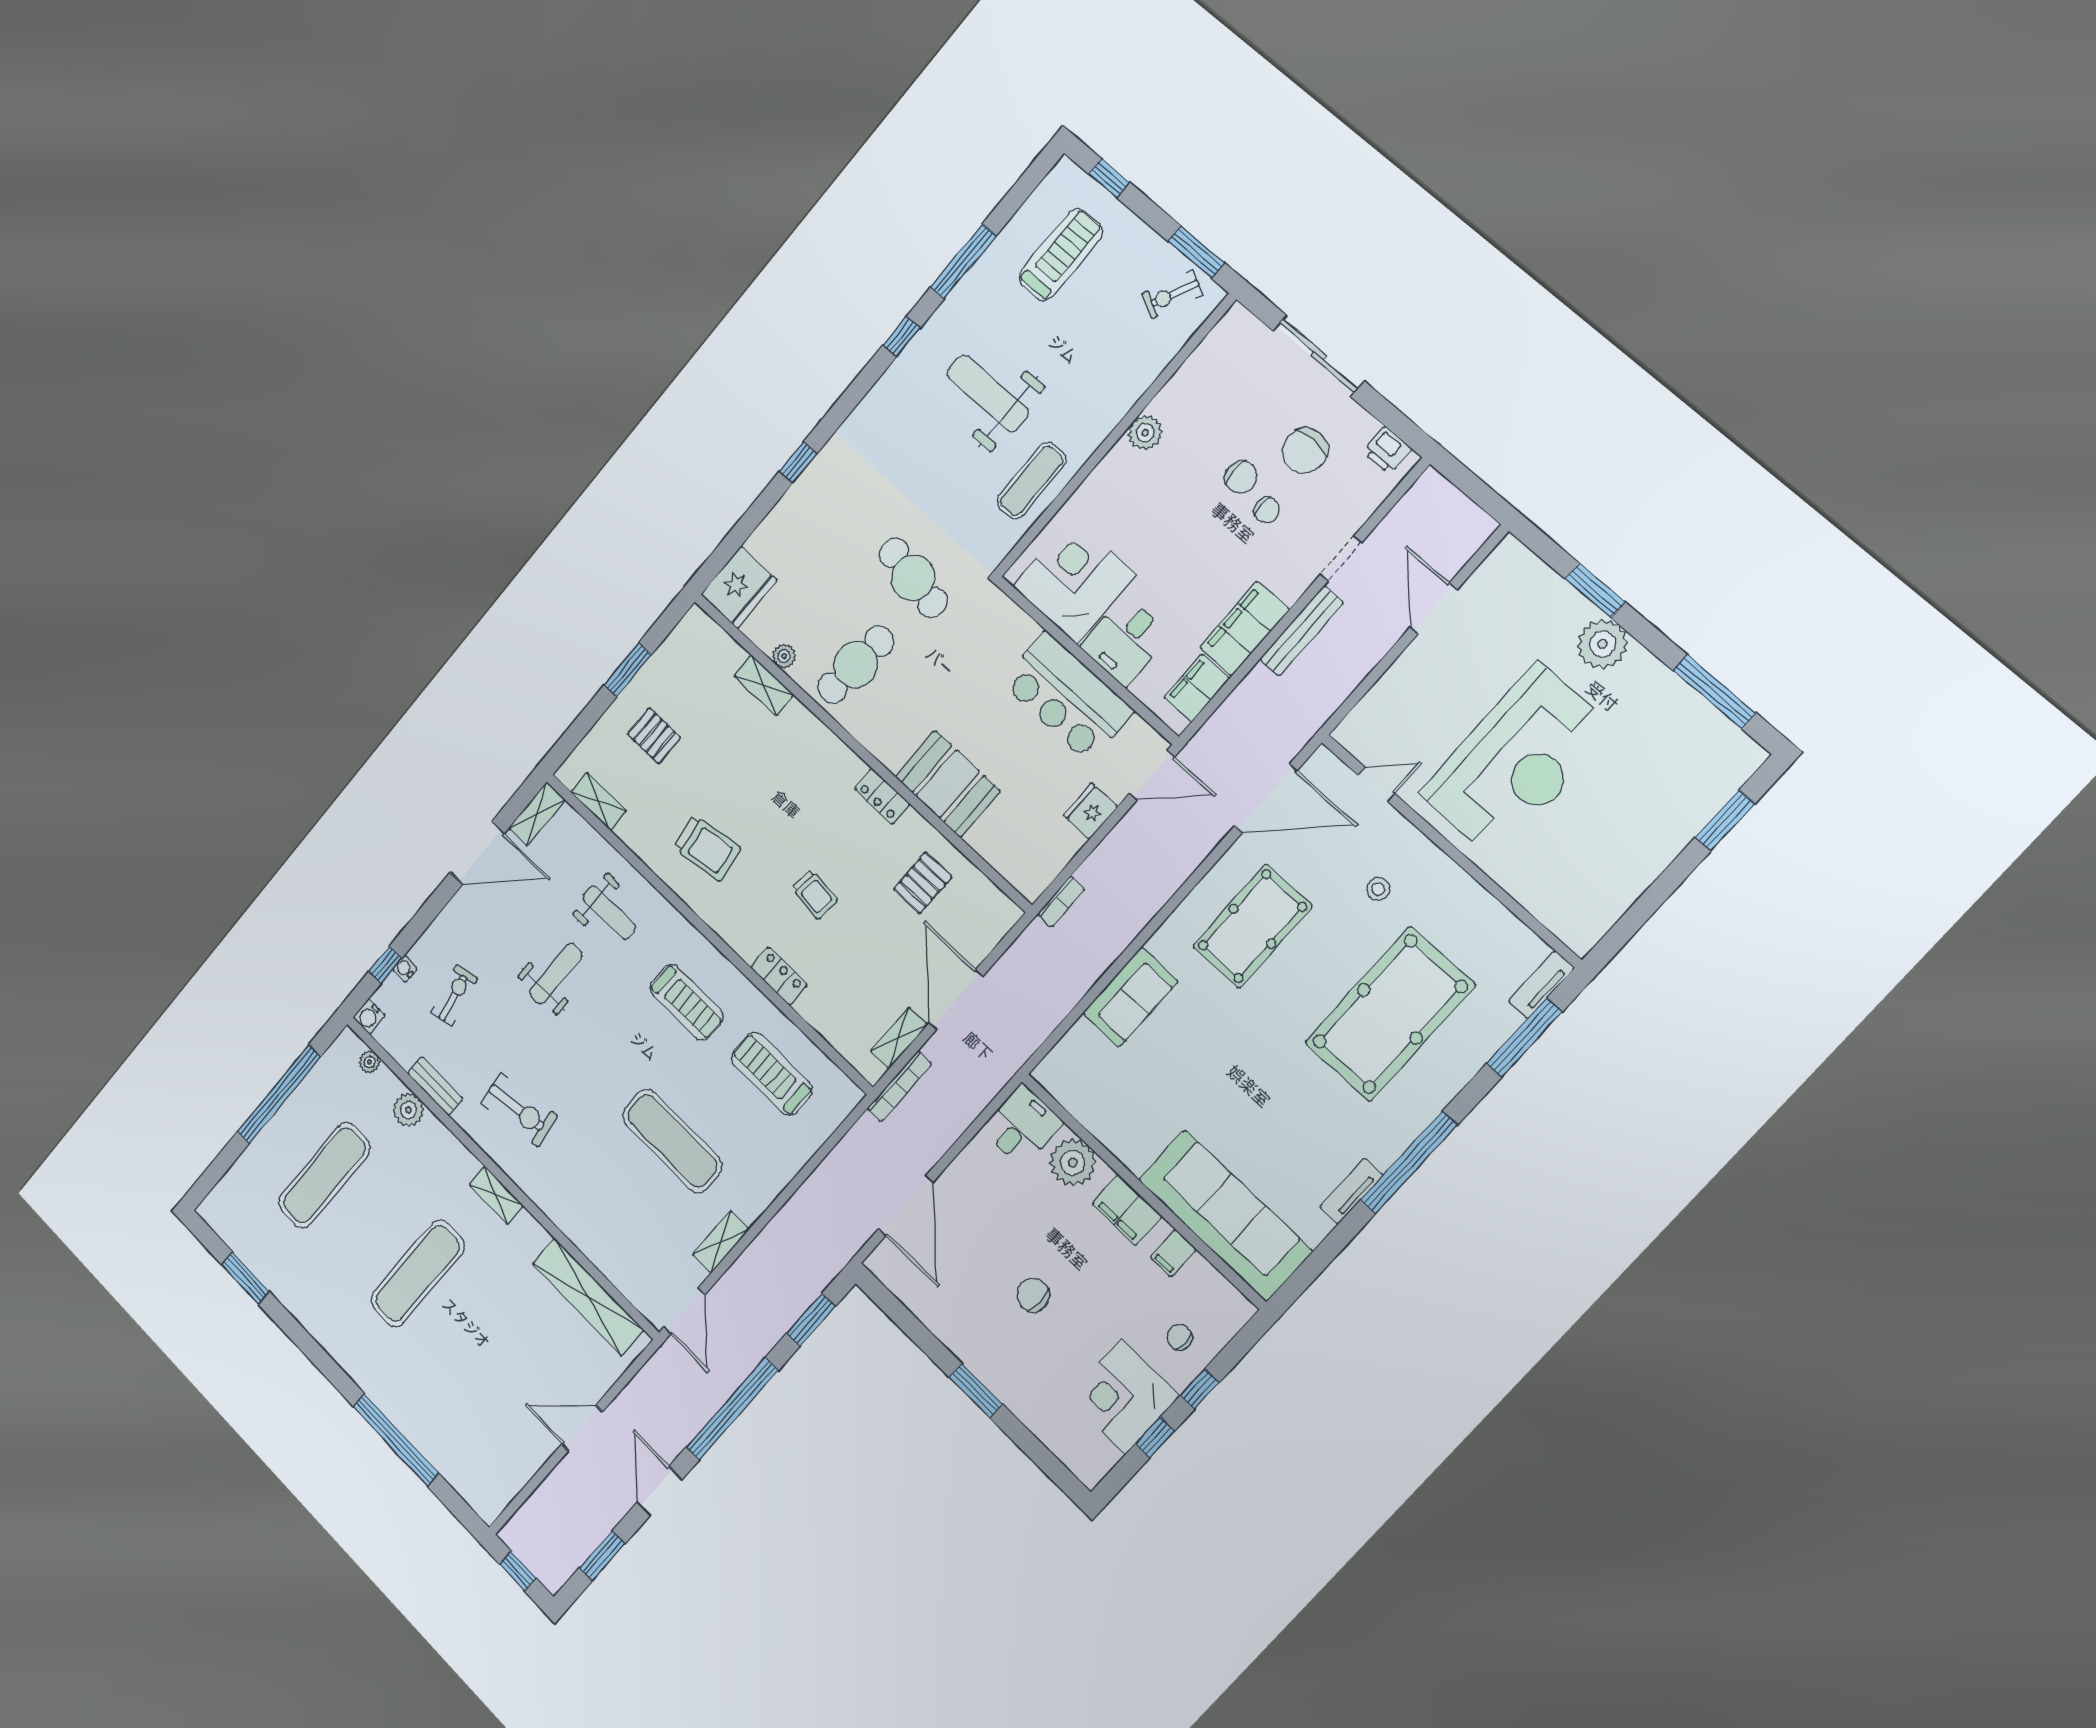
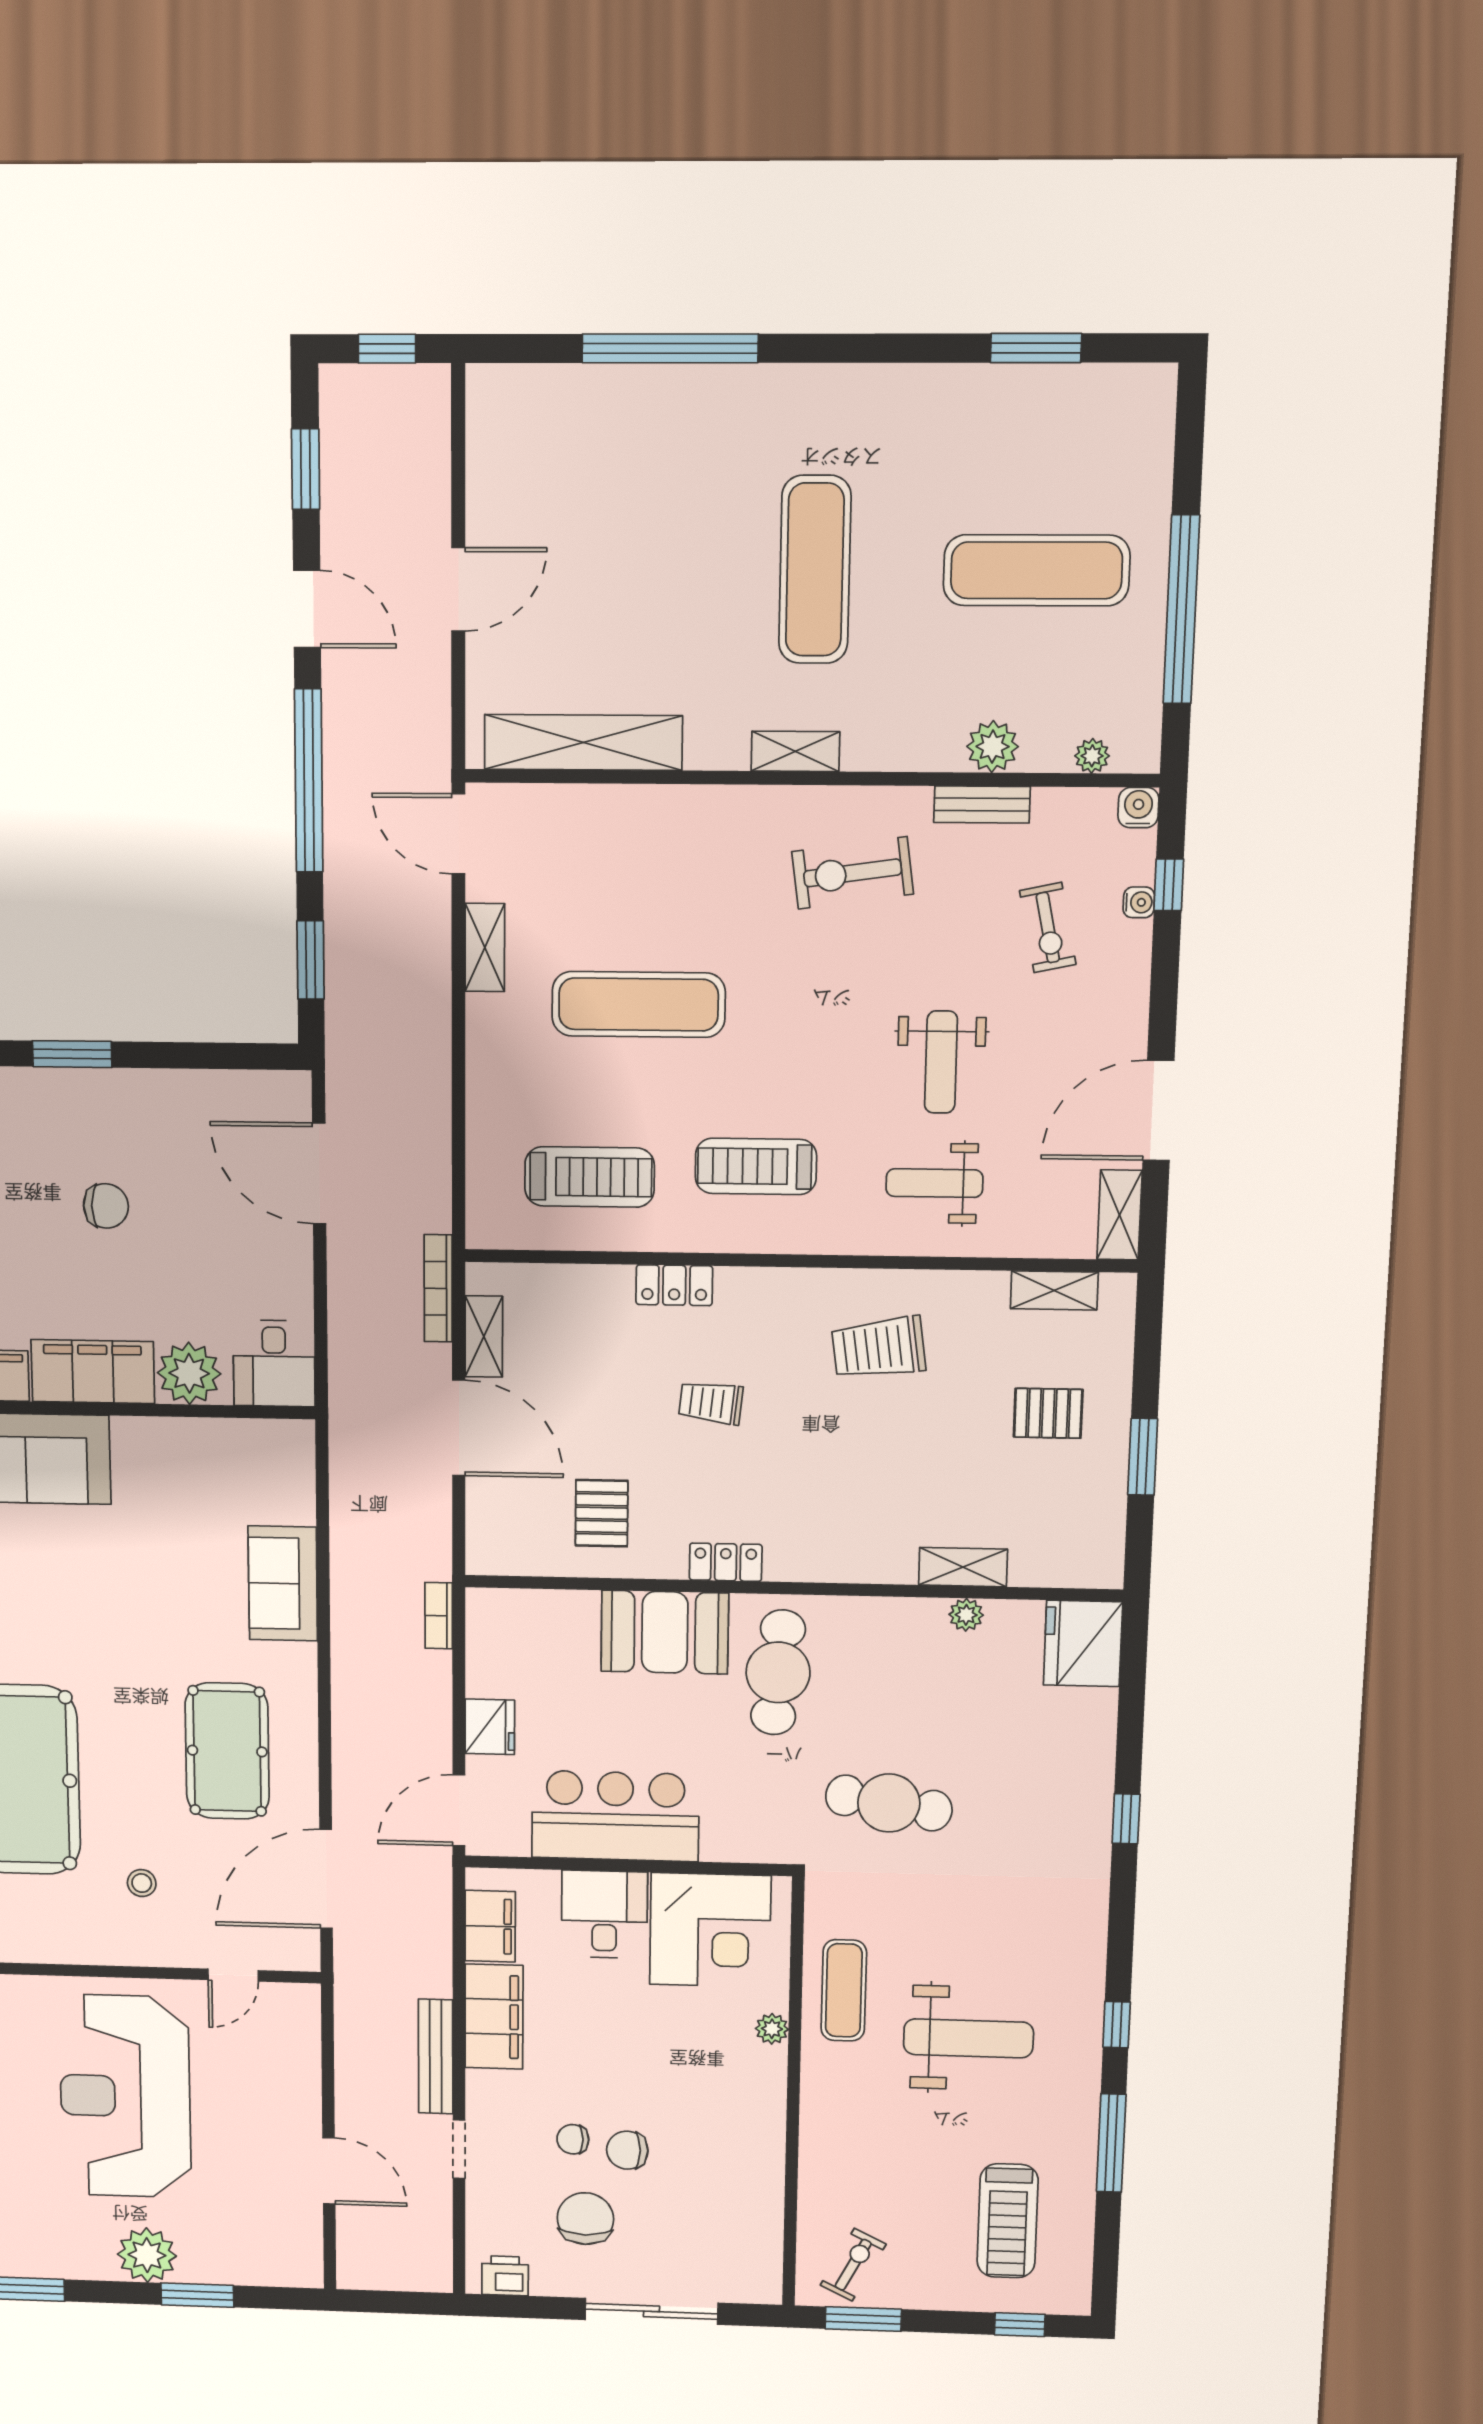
plant: (1145, 433) -> (772, 2029), moved, width x0.73, depth x0.73
cafe table: (856, 665) -> (778, 1672), moved
exercise mat: (324, 1175) -> (1037, 570), turned 90
filing cabinet: (1127, 1210) -> (93, 1372), width x1.50, depth x1.17

